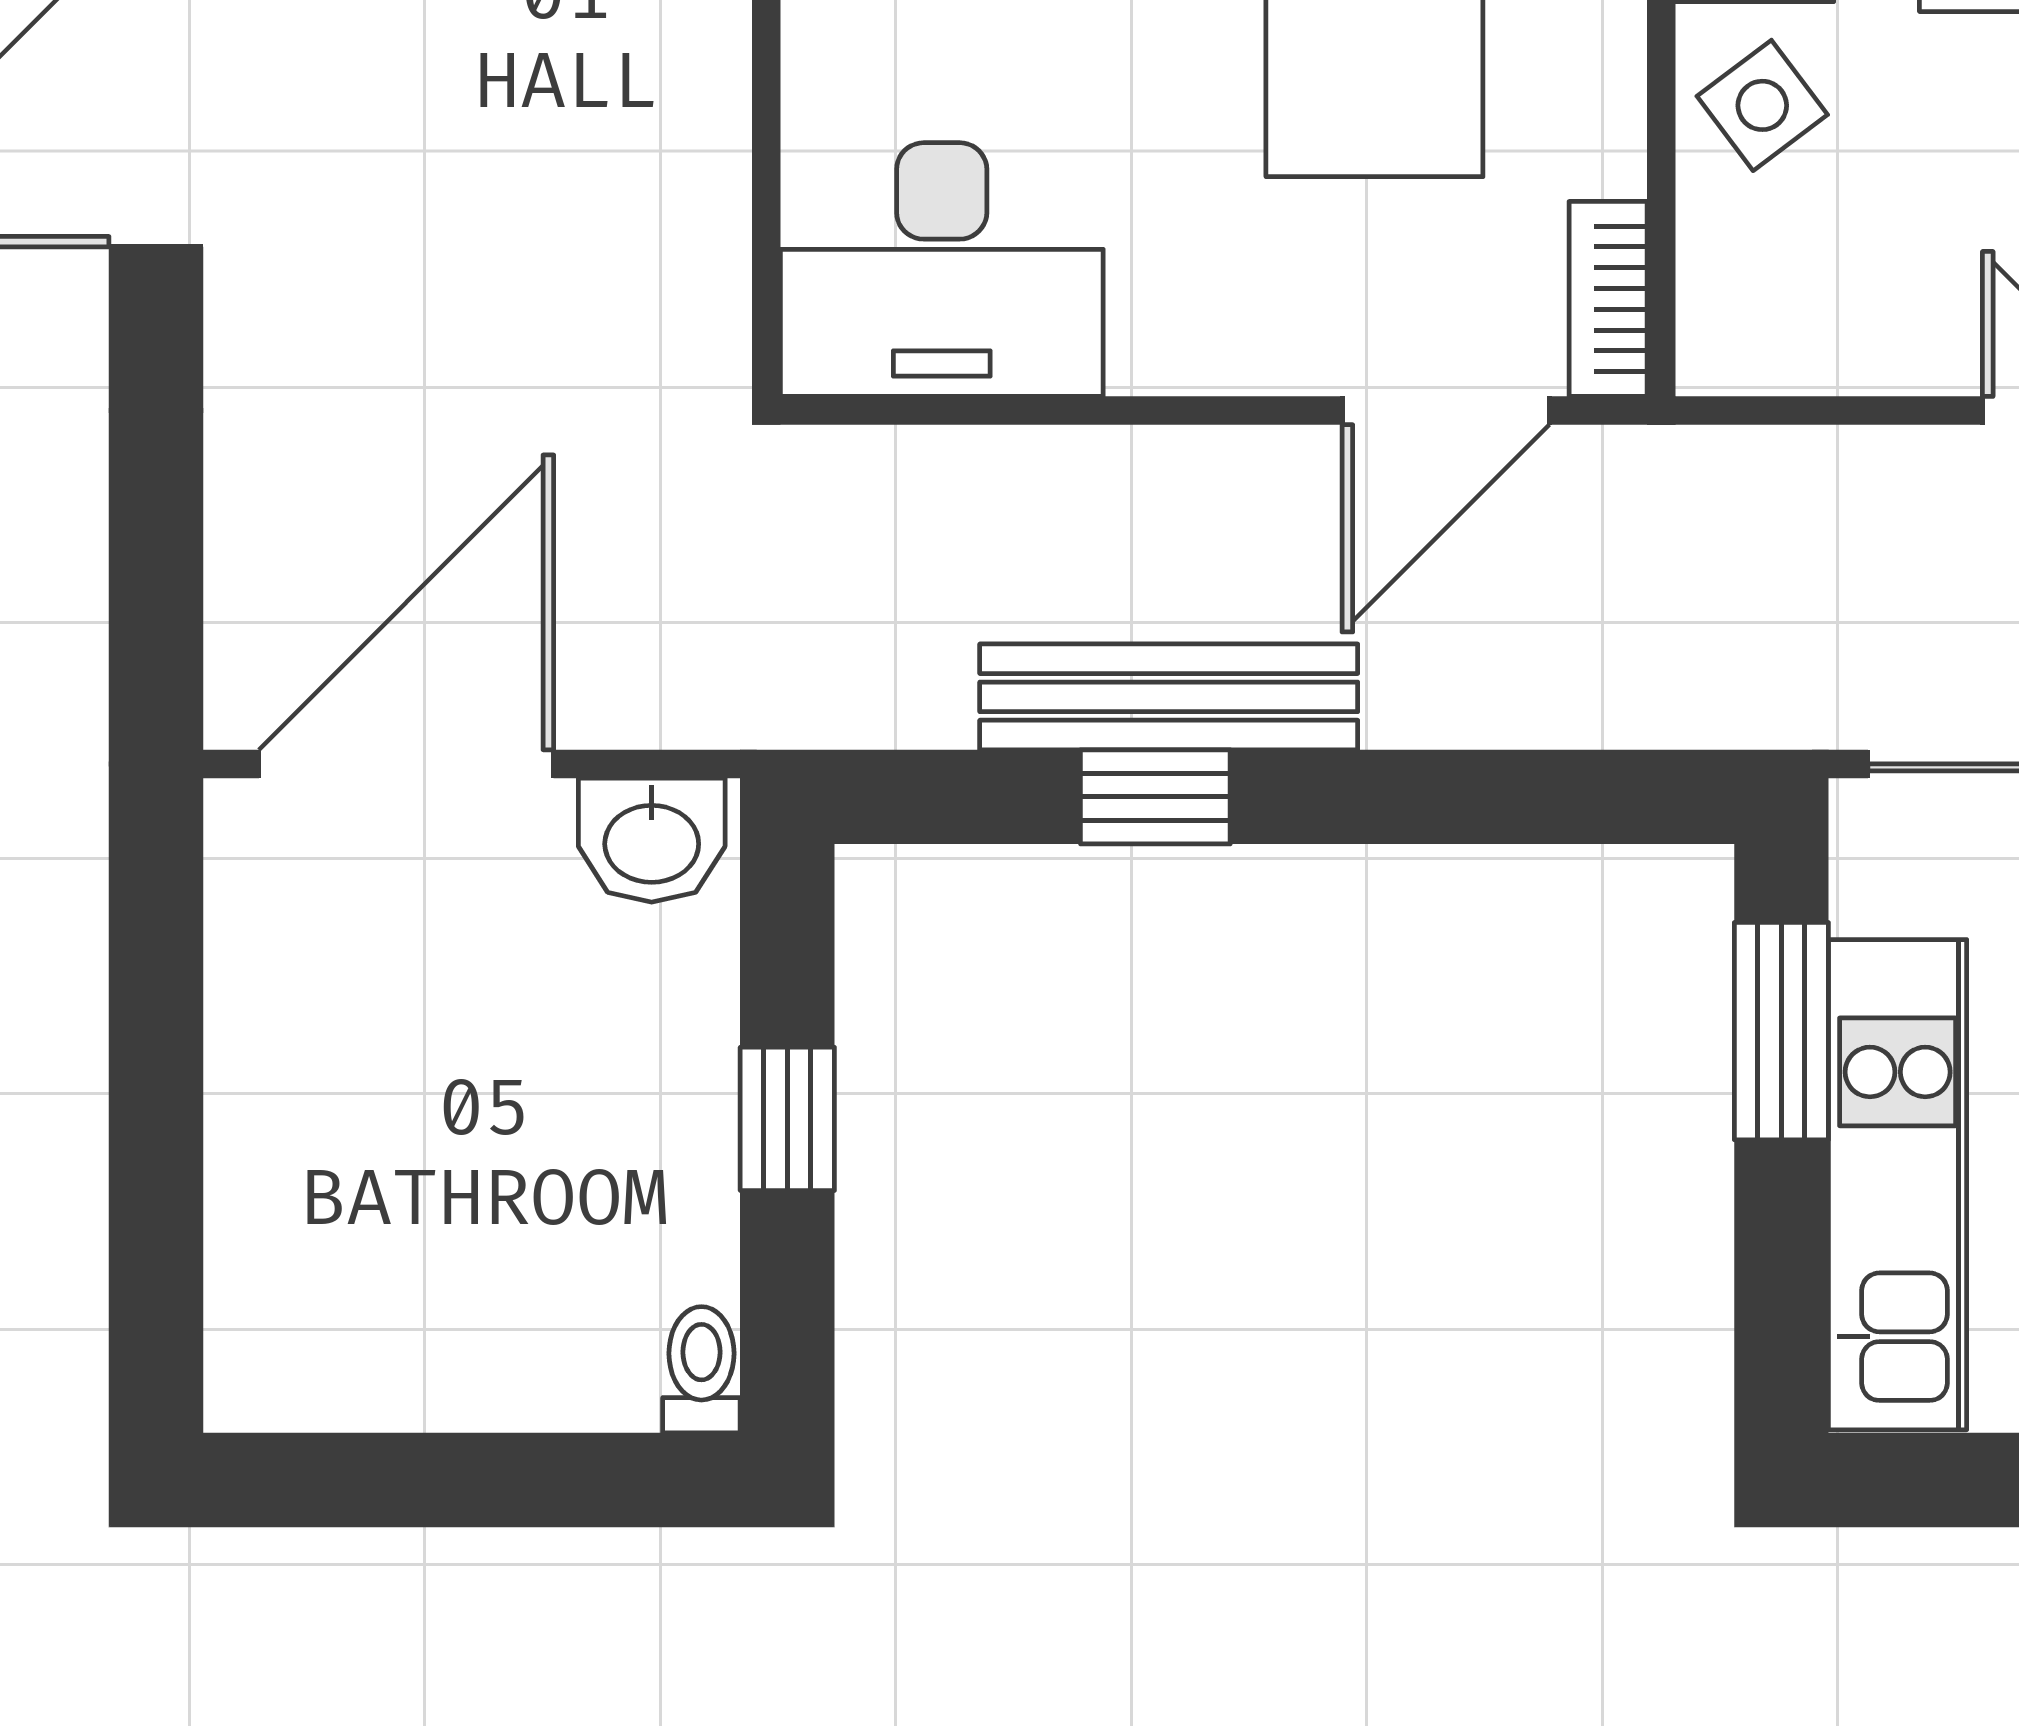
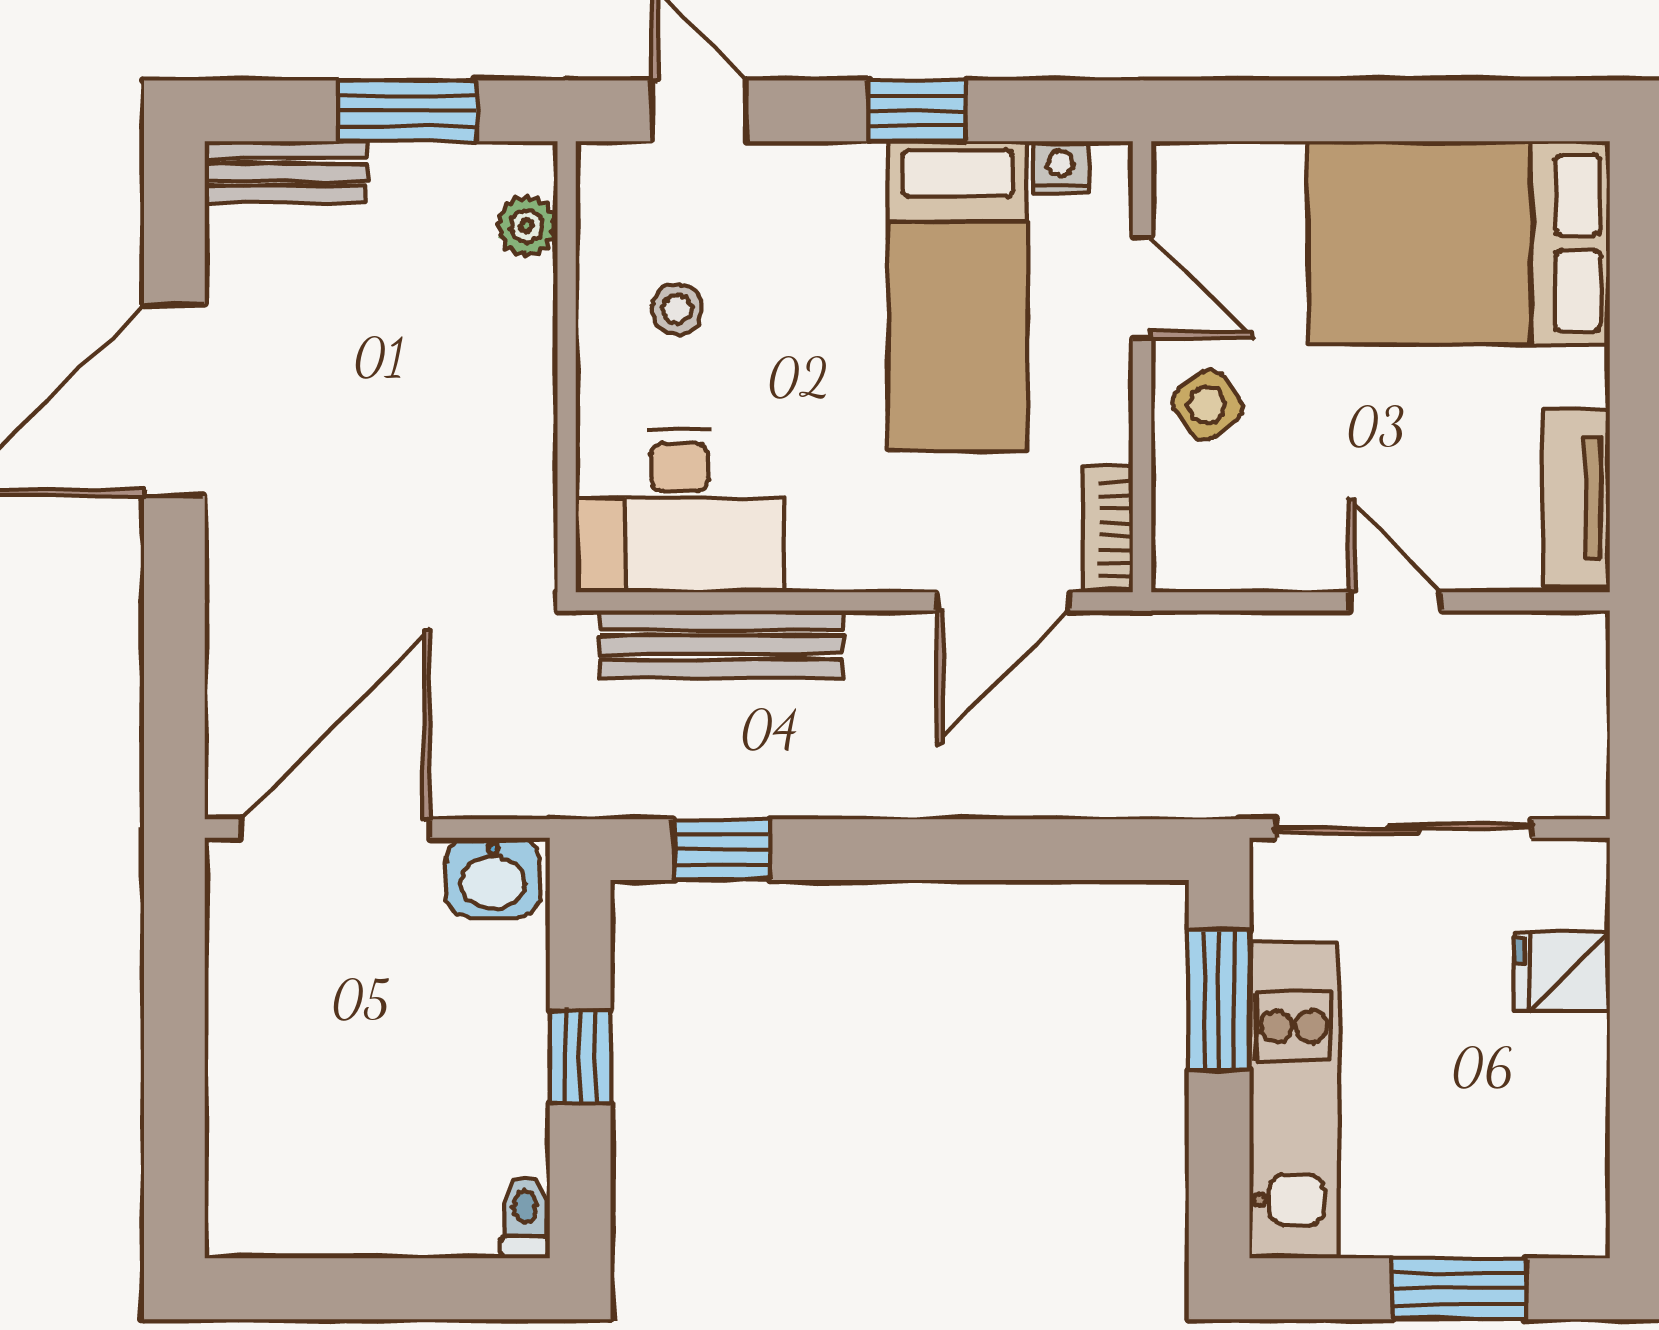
bench: (1169, 697) -> (721, 644), moved
window: (1155, 797) -> (722, 850), moved

